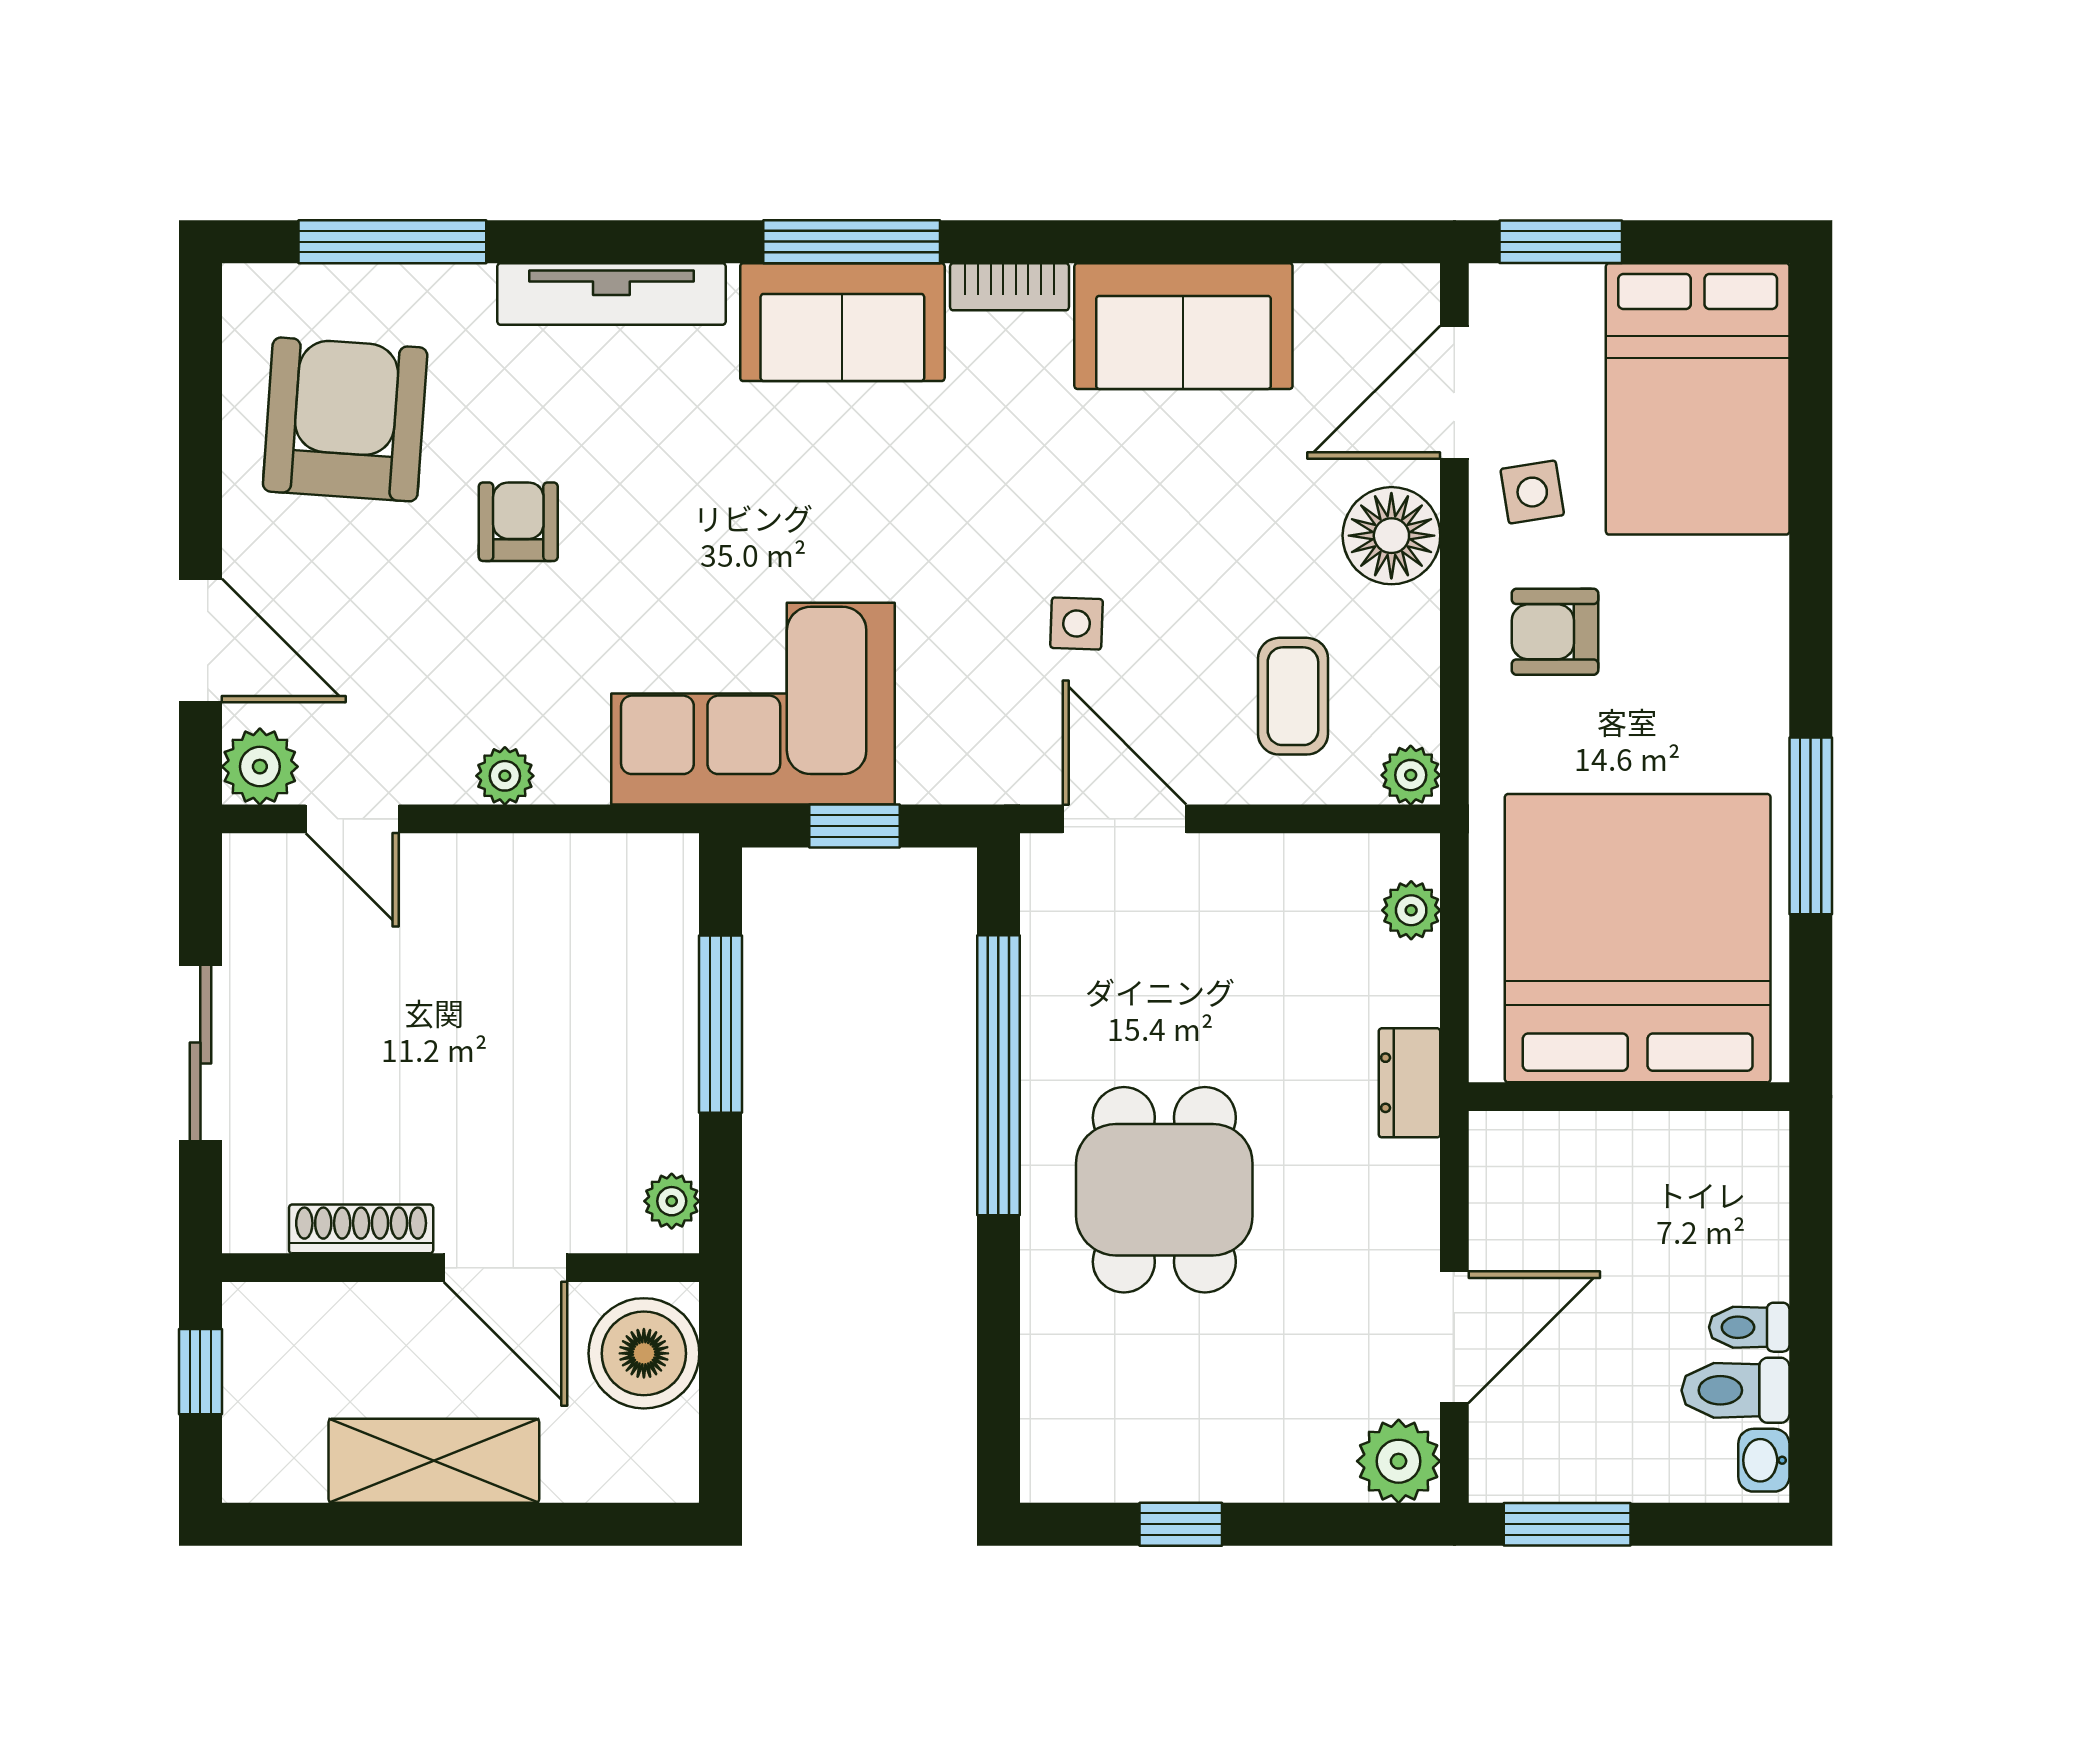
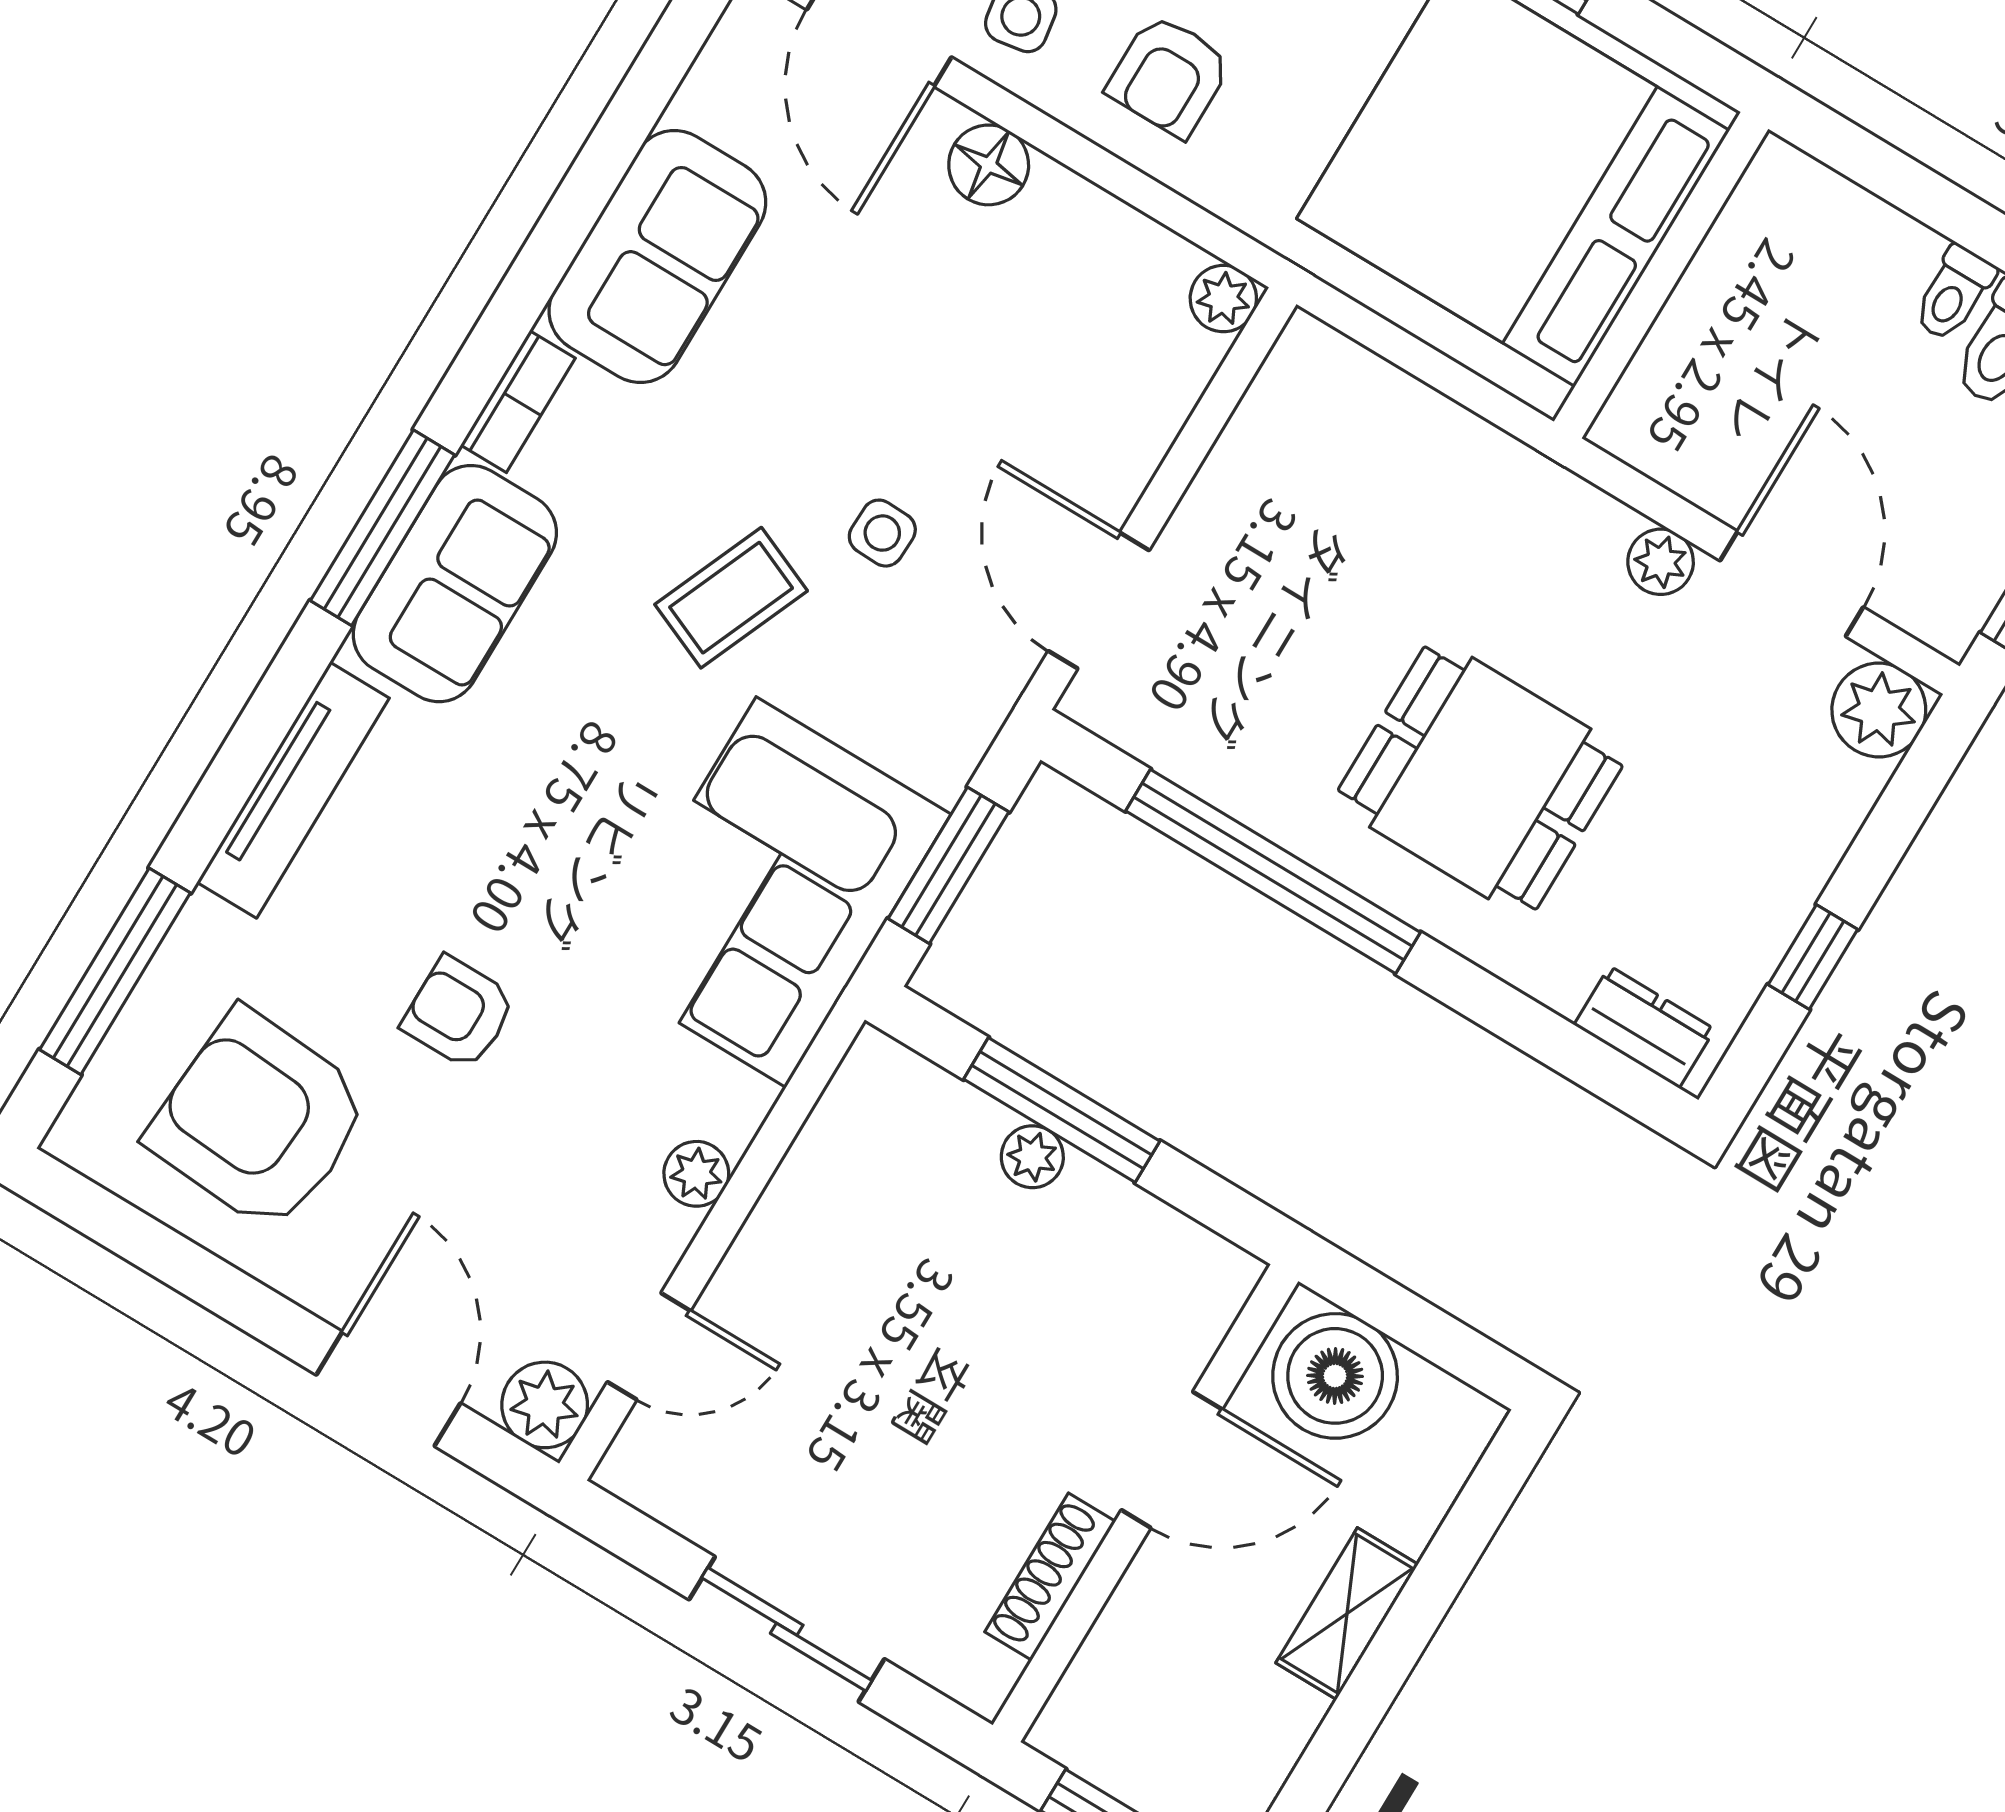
floor lamp: (1391, 536) -> (989, 165), width x0.73, depth x0.73
door: (200, 640) -> (388, 1389), hinge flipped
coffee table: (1293, 696) -> (731, 598), moved, turned -67
door: (1124, 819) -> (1099, 601), hinge flipped
window: (855, 826) -> (948, 865), width x1.50
plant: (1411, 910) -> (1661, 562), moved
dresser: (1409, 1083) -> (1644, 1027), moved, turned 180
plant: (672, 1201) -> (1032, 1157), moved
shelving: (434, 1461) -> (1347, 1614), width x0.67, depth x0.75

